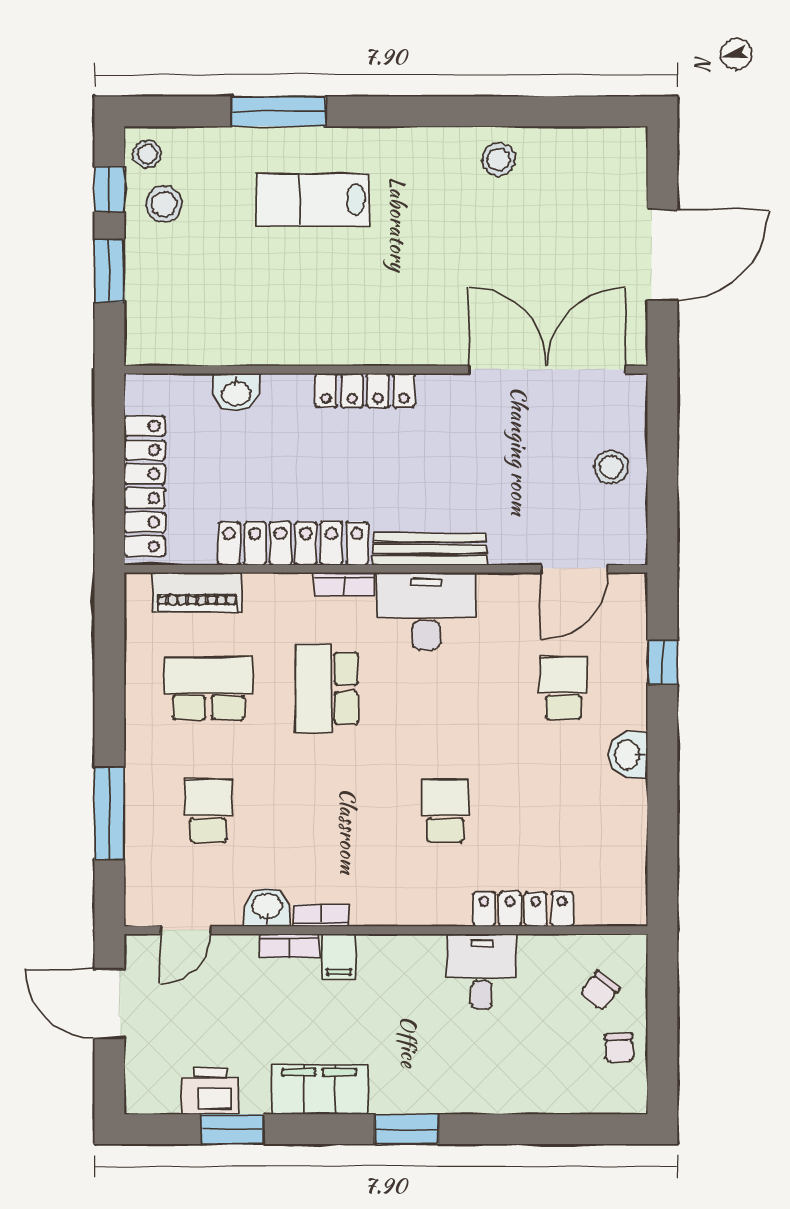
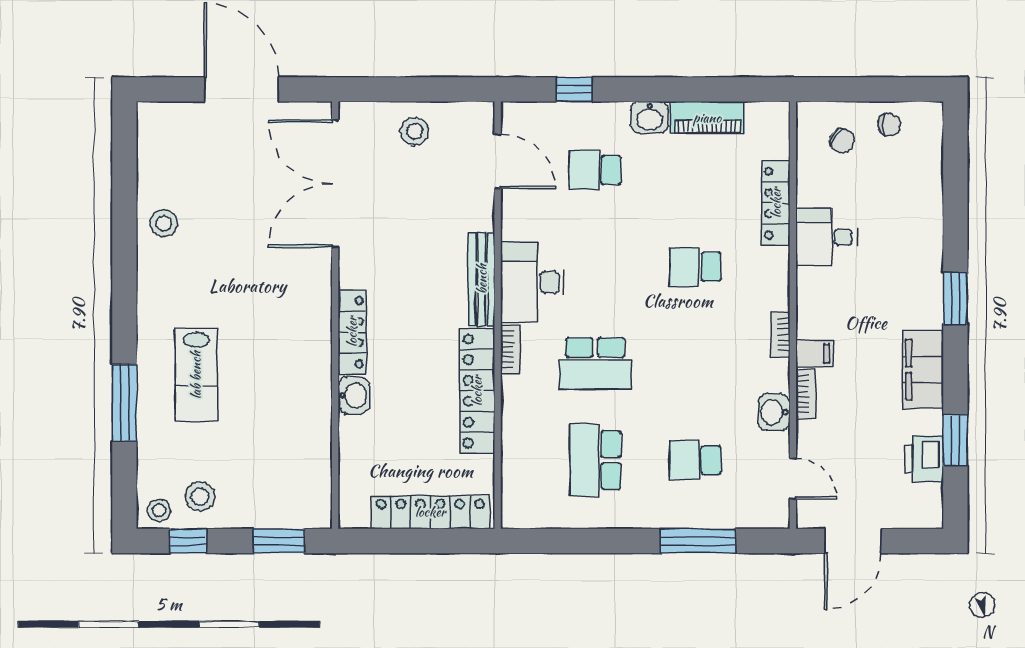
window: (109, 271) -> (279, 541), moved
washbasin: (236, 392) -> (354, 395), moved
piano: (197, 592) -> (707, 118), moved, turned 90
bookcase: (321, 915) -> (781, 334), moved

